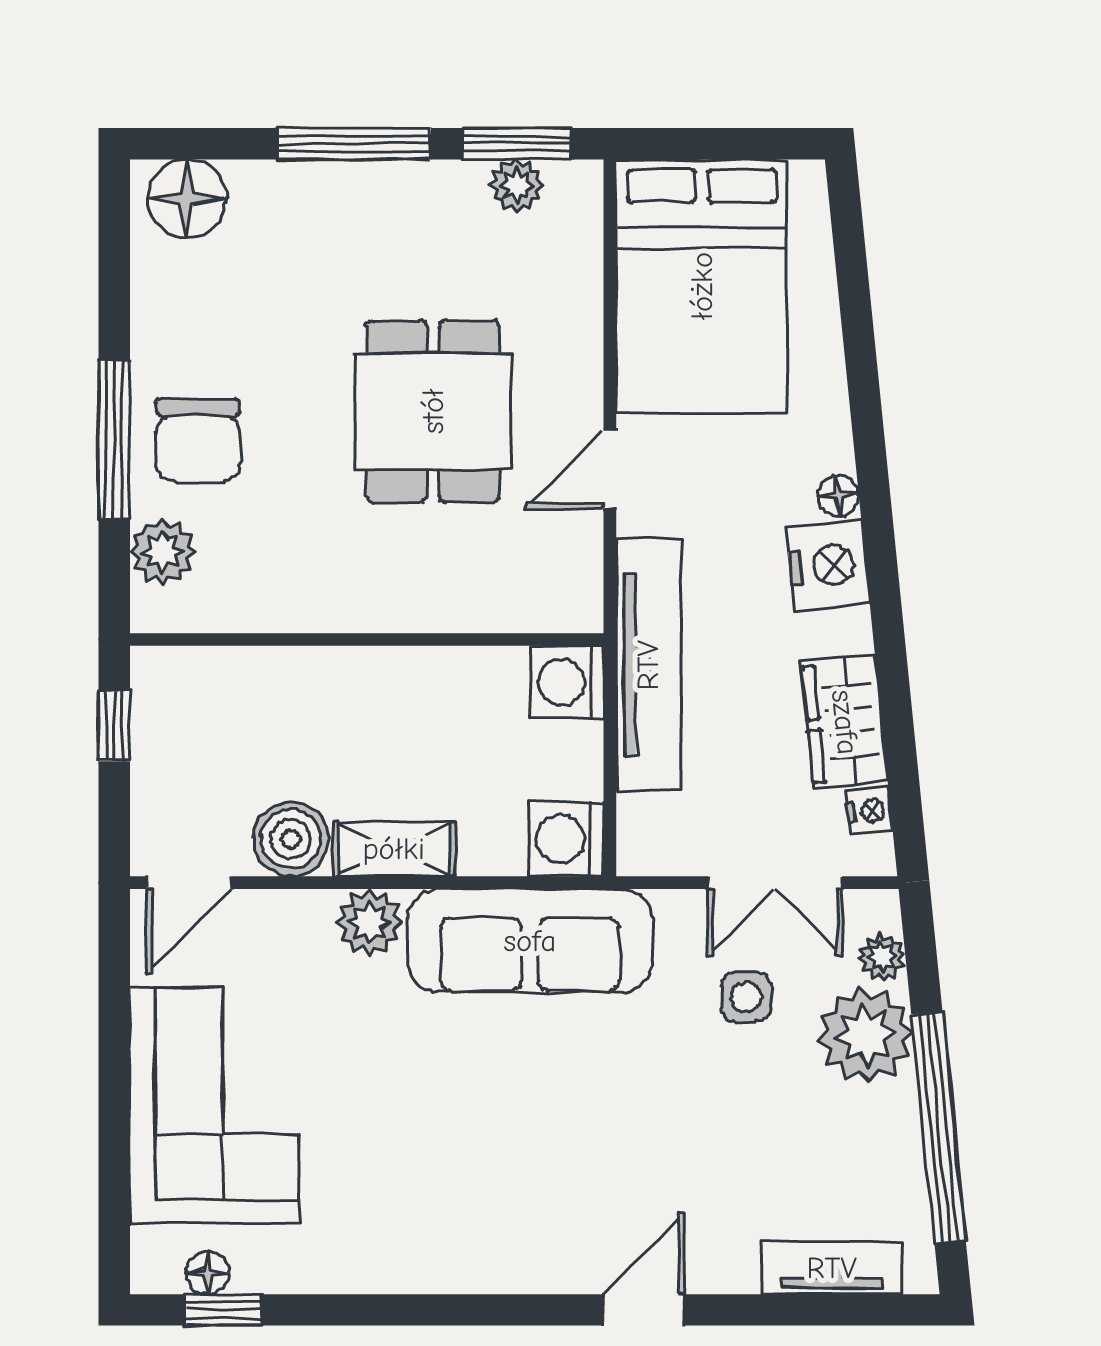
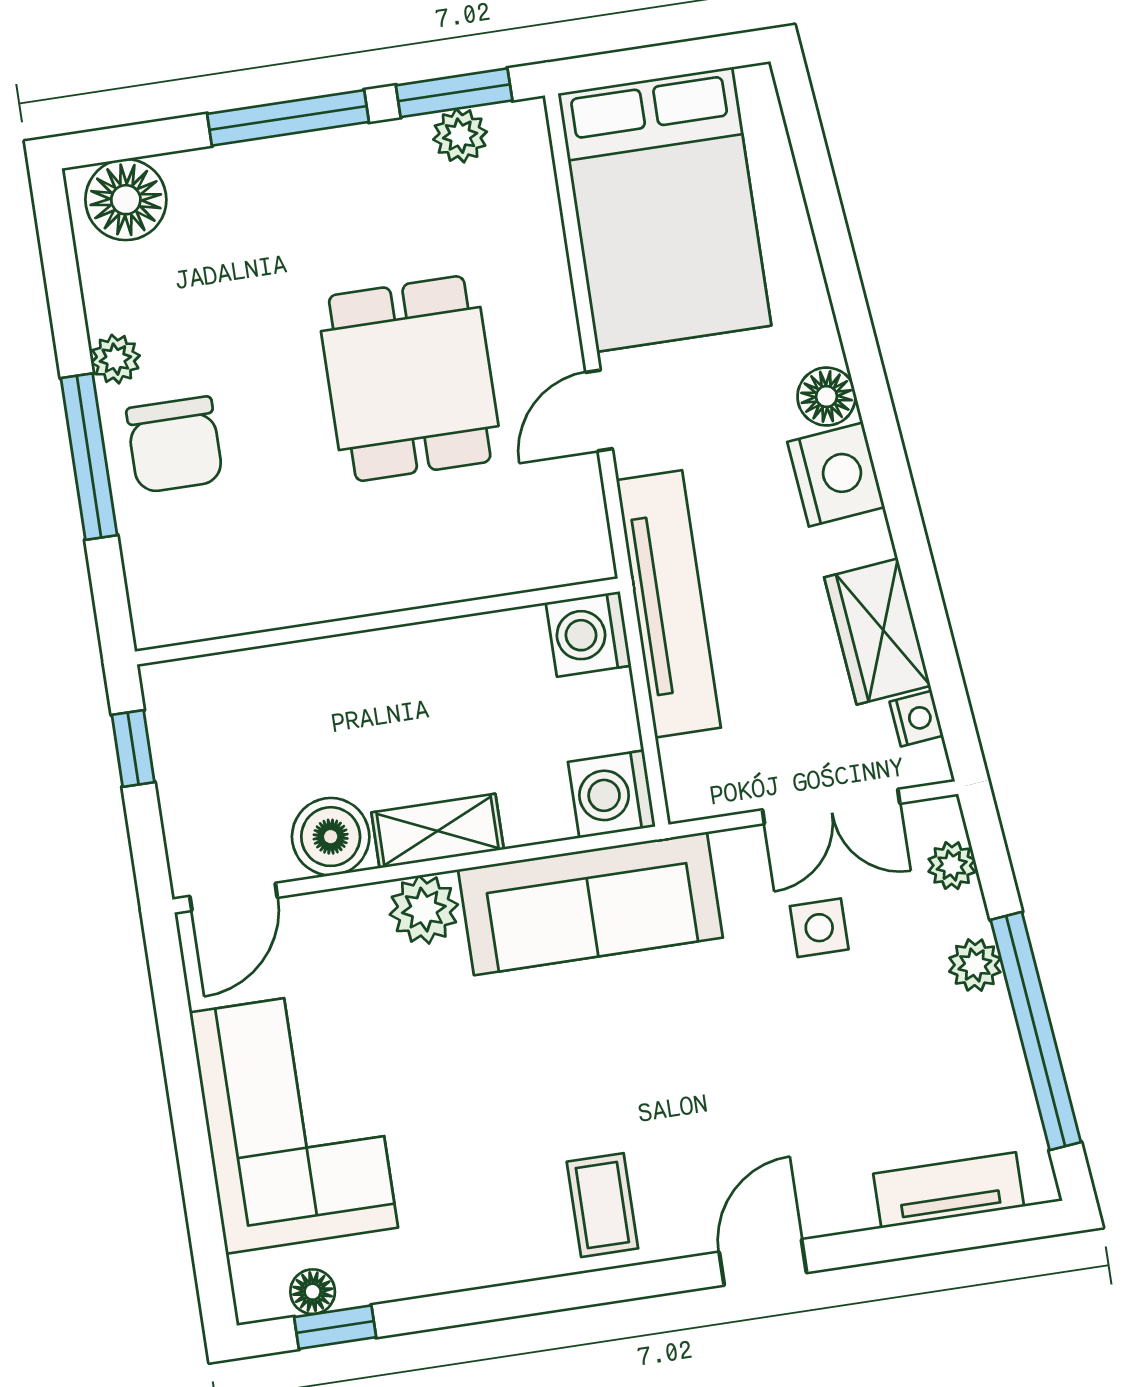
floor lamp: (838, 496) -> (827, 397), width x1.37, depth x1.37
plant: (163, 552) -> (115, 359), moved, width x0.73, depth x0.73
plant: (865, 1035) -> (975, 965), width x0.53, depth x0.53
coffee table: (498, 1232) -> (602, 1205), added

